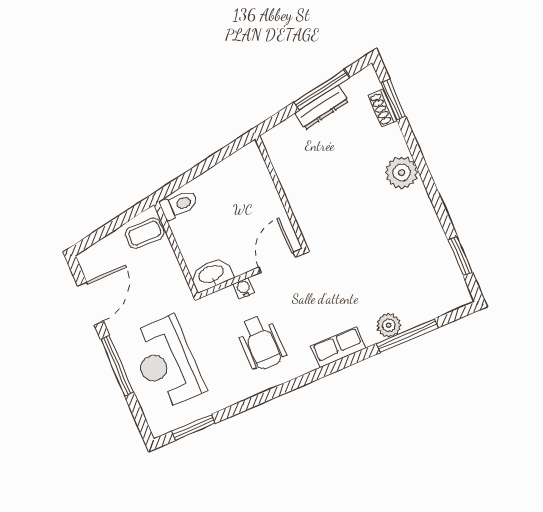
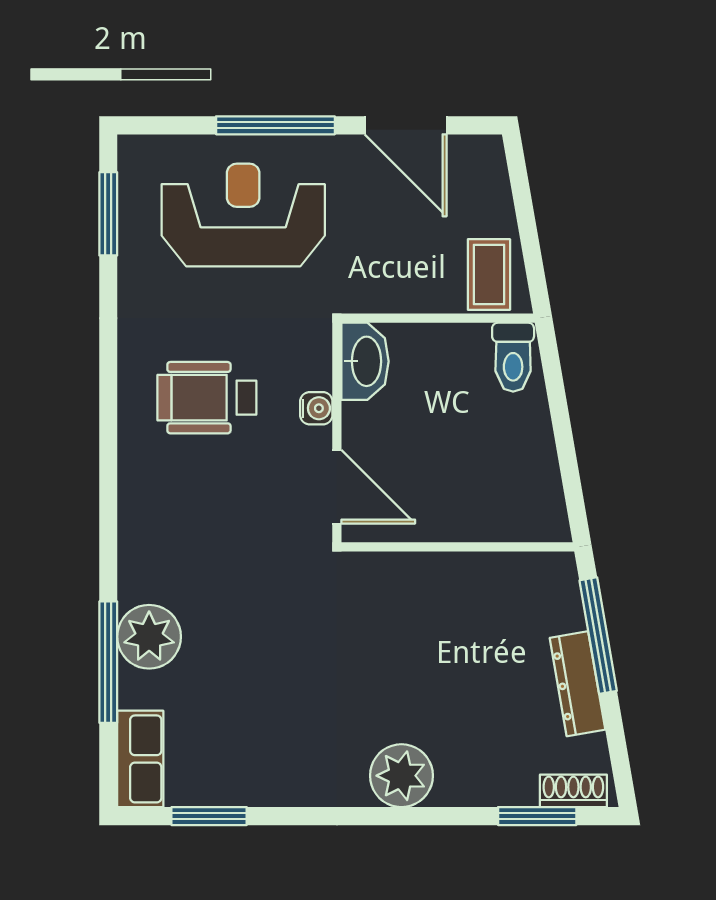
window: (322, 90) -> (598, 636), moved
shoe rack: (383, 108) -> (573, 791), moved
plant: (389, 325) -> (149, 637), width x1.36, depth x1.36
row of seats: (338, 347) -> (140, 759), moved

